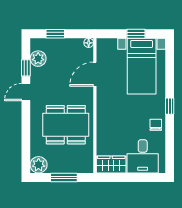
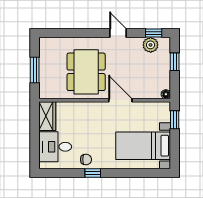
window: (136, 34) -> (175, 120), moved
window: (26, 68) -> (154, 33), moved
door: (95, 74) -> (120, 100), moved
window: (170, 106) -> (93, 173), moved
plant: (39, 165) -> (47, 45), removed

